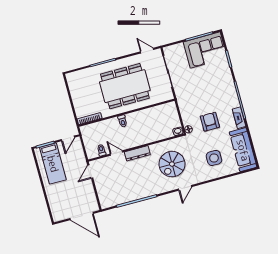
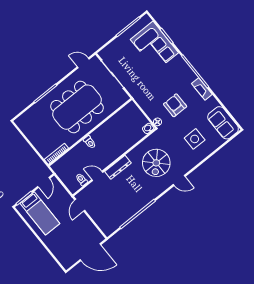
corner sofa: (205, 50) -> (154, 46), moved, turned 90
sofa: (243, 150) -> (223, 123), width x0.73
door: (185, 188) -> (179, 180), hinge flipped

